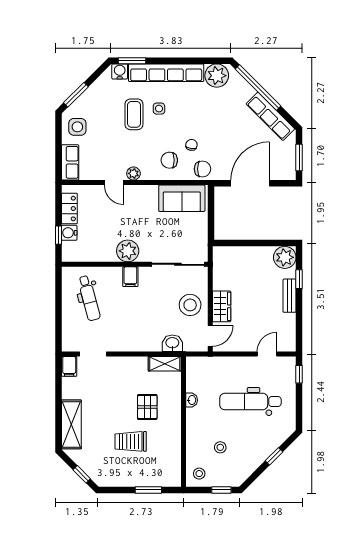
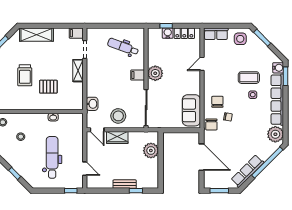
plant: (133, 173) -> (208, 77), removed
plant: (285, 257) -> (151, 151), moved
dental chair: (89, 298) -> (123, 47), turned 35
shelving: (165, 364) -> (78, 71), moved
trolley: (131, 441) -> (25, 75), turned 180

